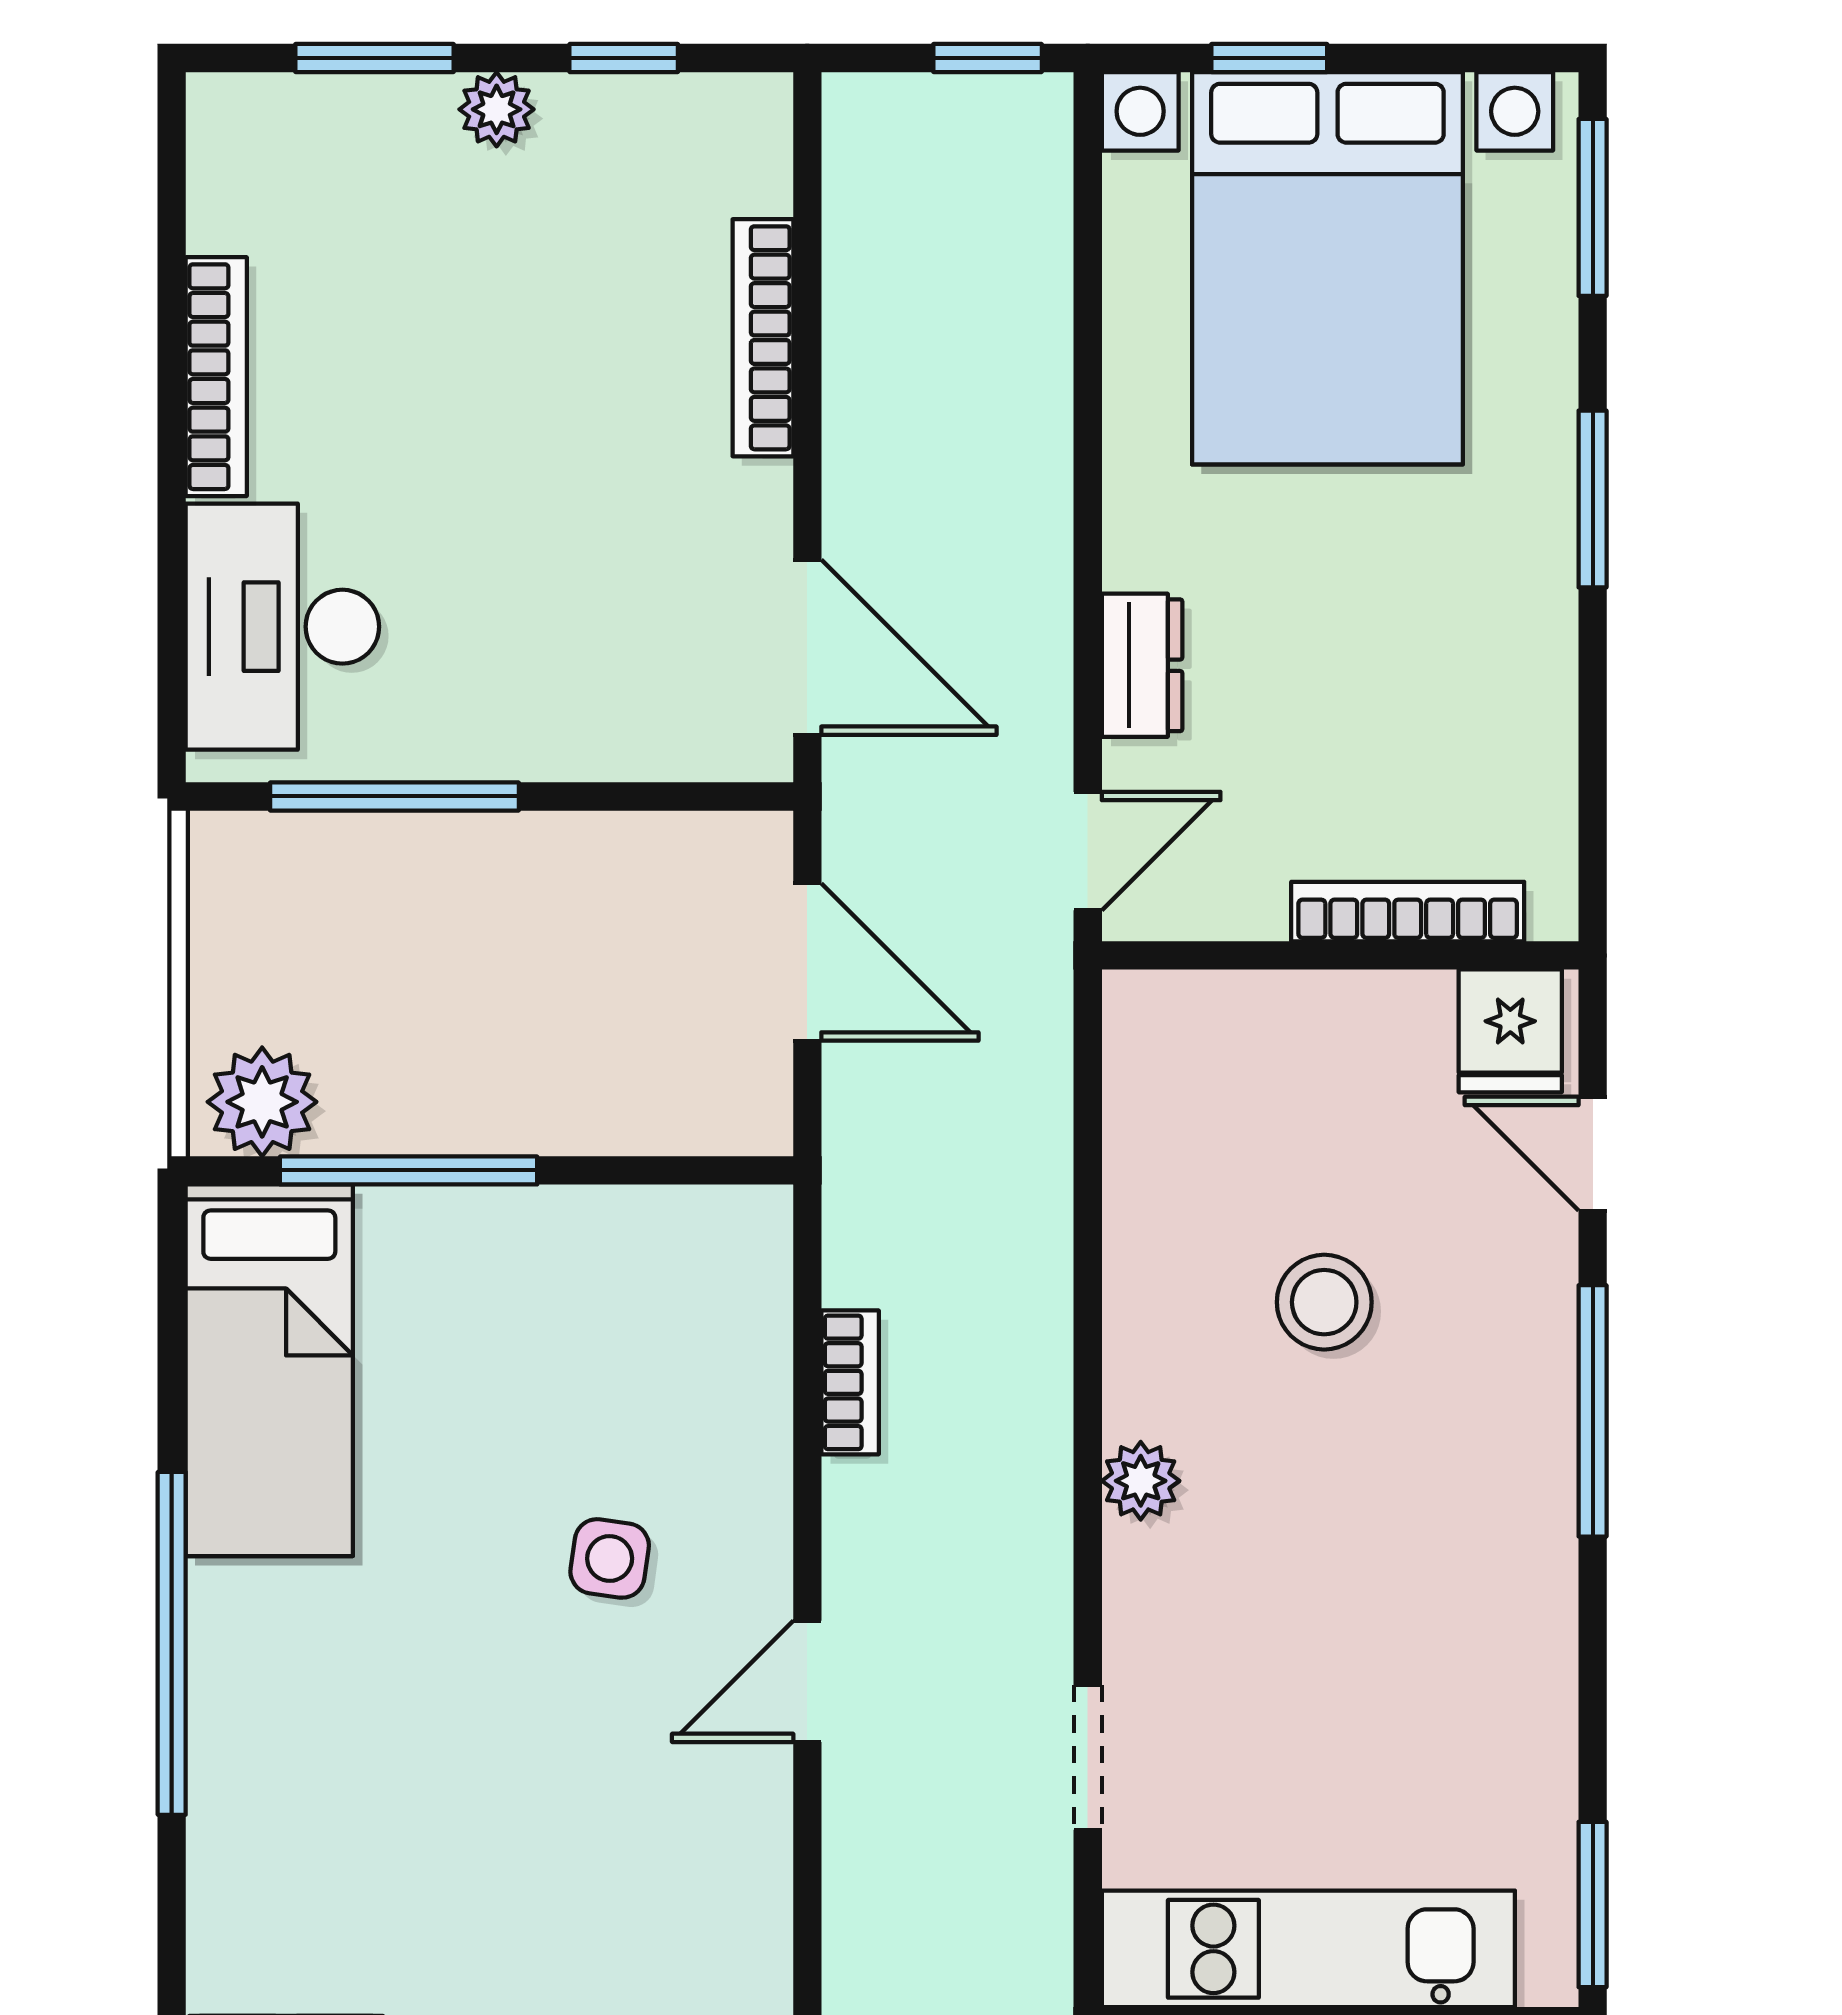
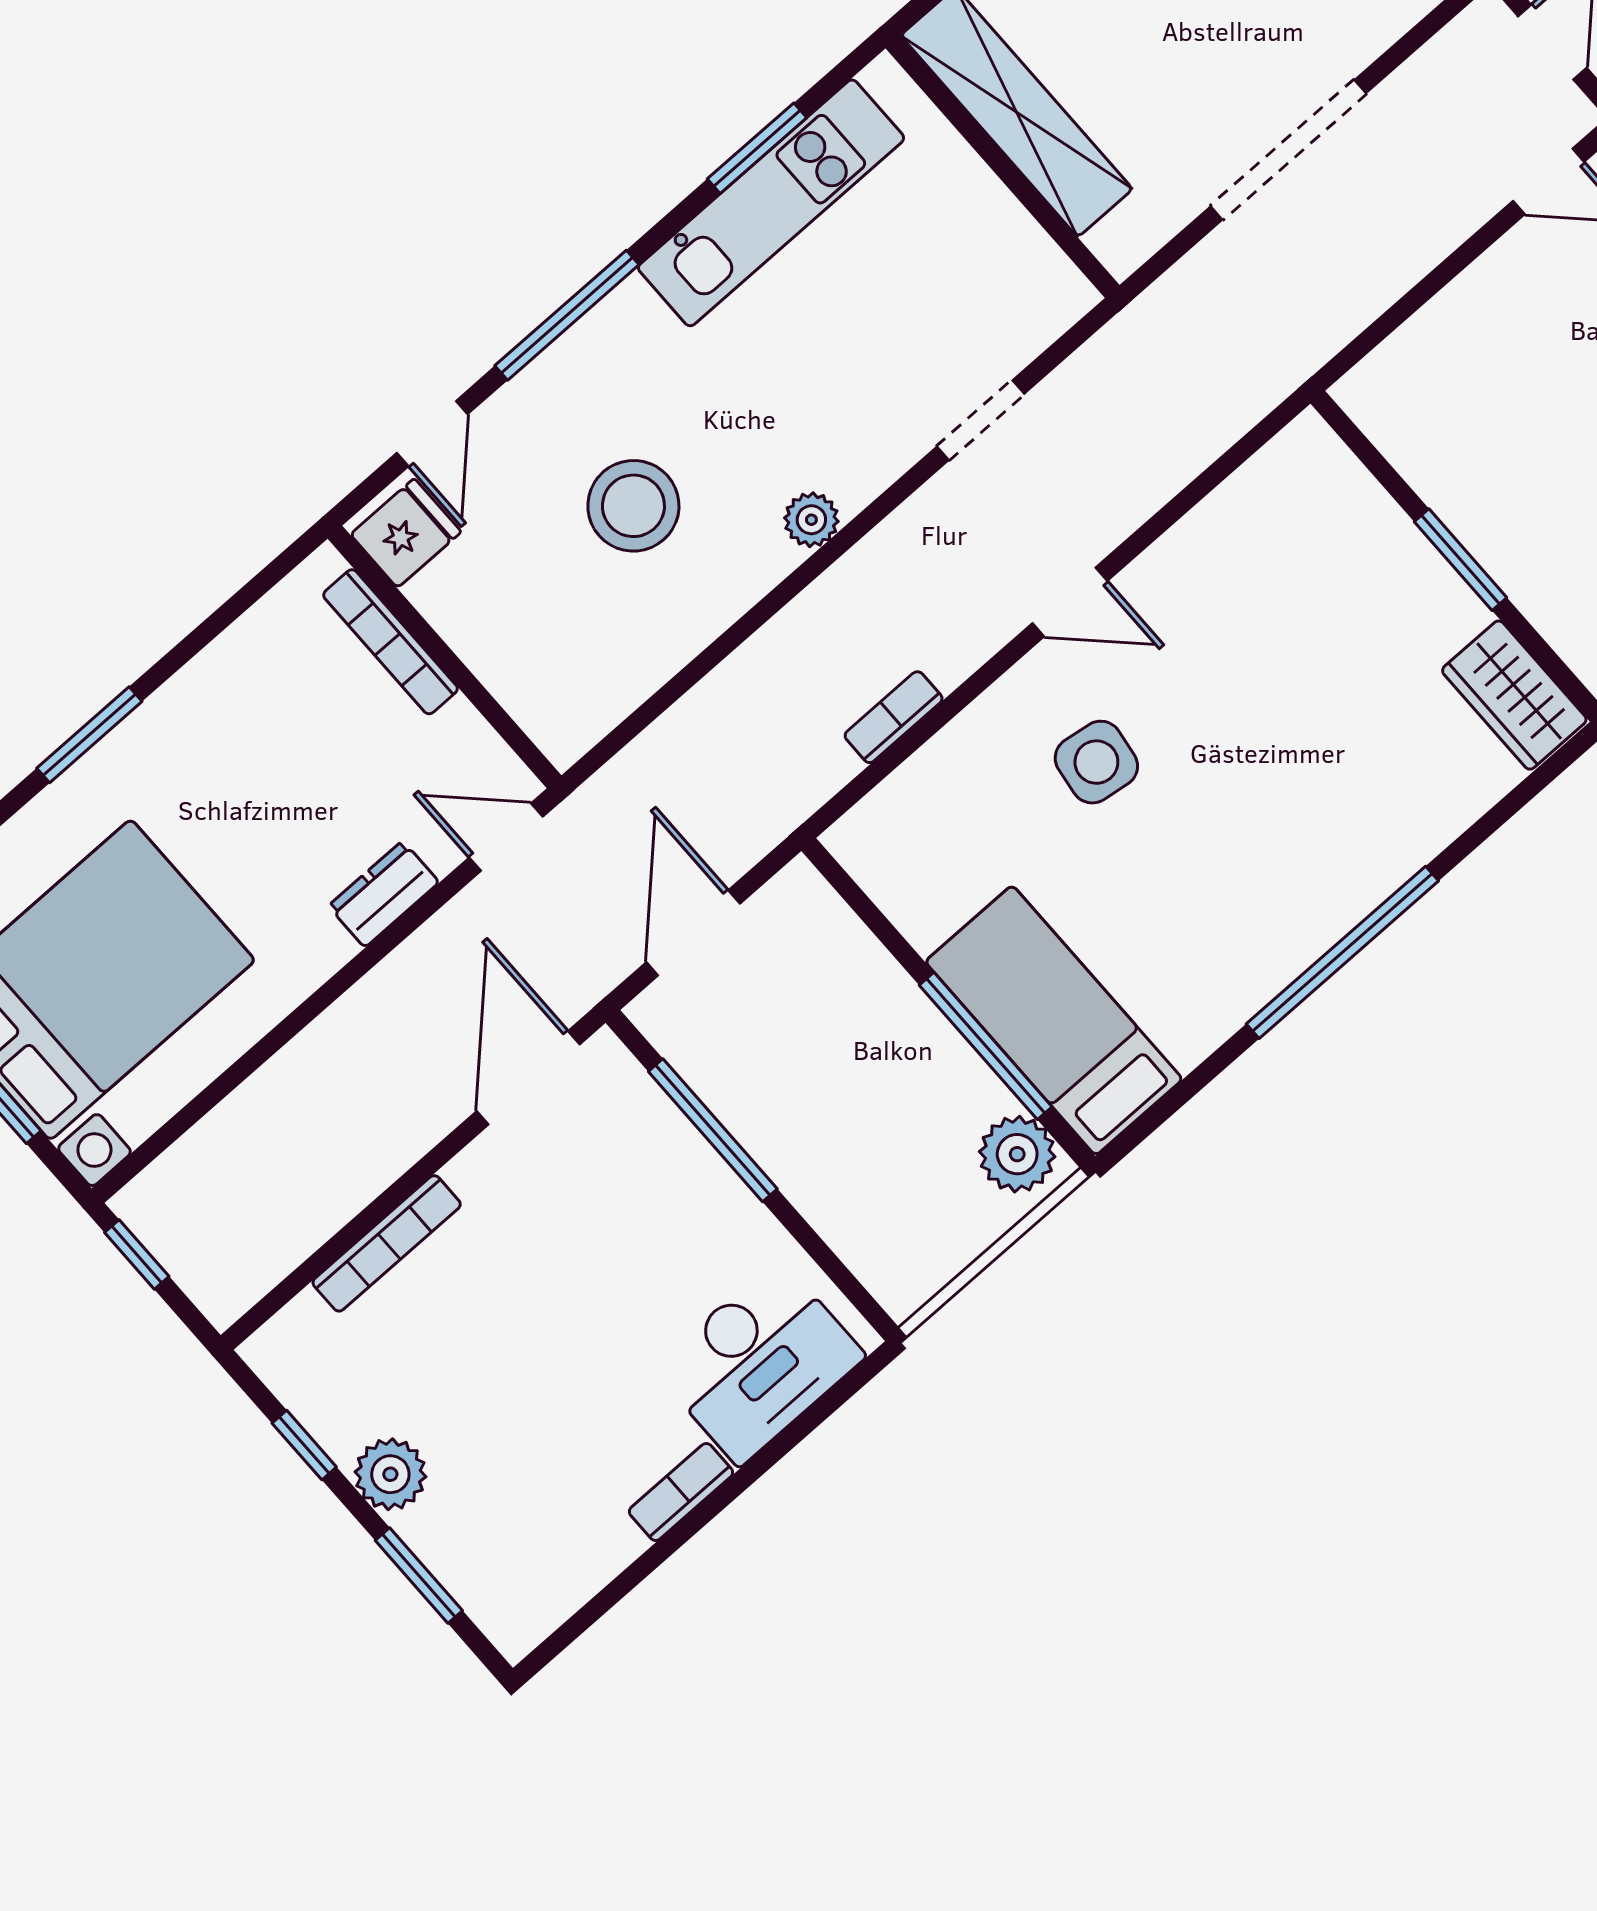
plant: (497, 109) -> (390, 1474), width x1.38, depth x1.38
bookcase: (216, 377) -> (681, 1492), width x0.64
window: (394, 796) -> (713, 1130), moved
stool: (1324, 1302) -> (633, 506), width x1.38, depth x1.38
bed: (269, 1370) -> (1054, 1020), moved, turned -90
side table: (610, 1558) -> (1096, 762), width x1.37, depth x1.37
window: (1593, 1905) -> (757, 148), moved
kitchen unit: (1308, 1949) -> (771, 203), moved, turned -90

